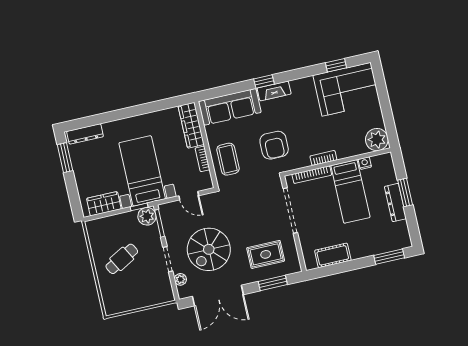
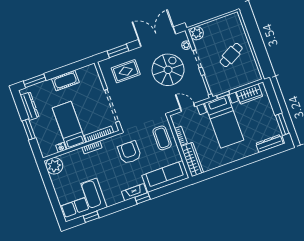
dresser: (395, 203) -> (30, 106), moved
plant: (147, 216) -> (197, 33), moved
cot: (333, 255) -> (65, 80), moved

